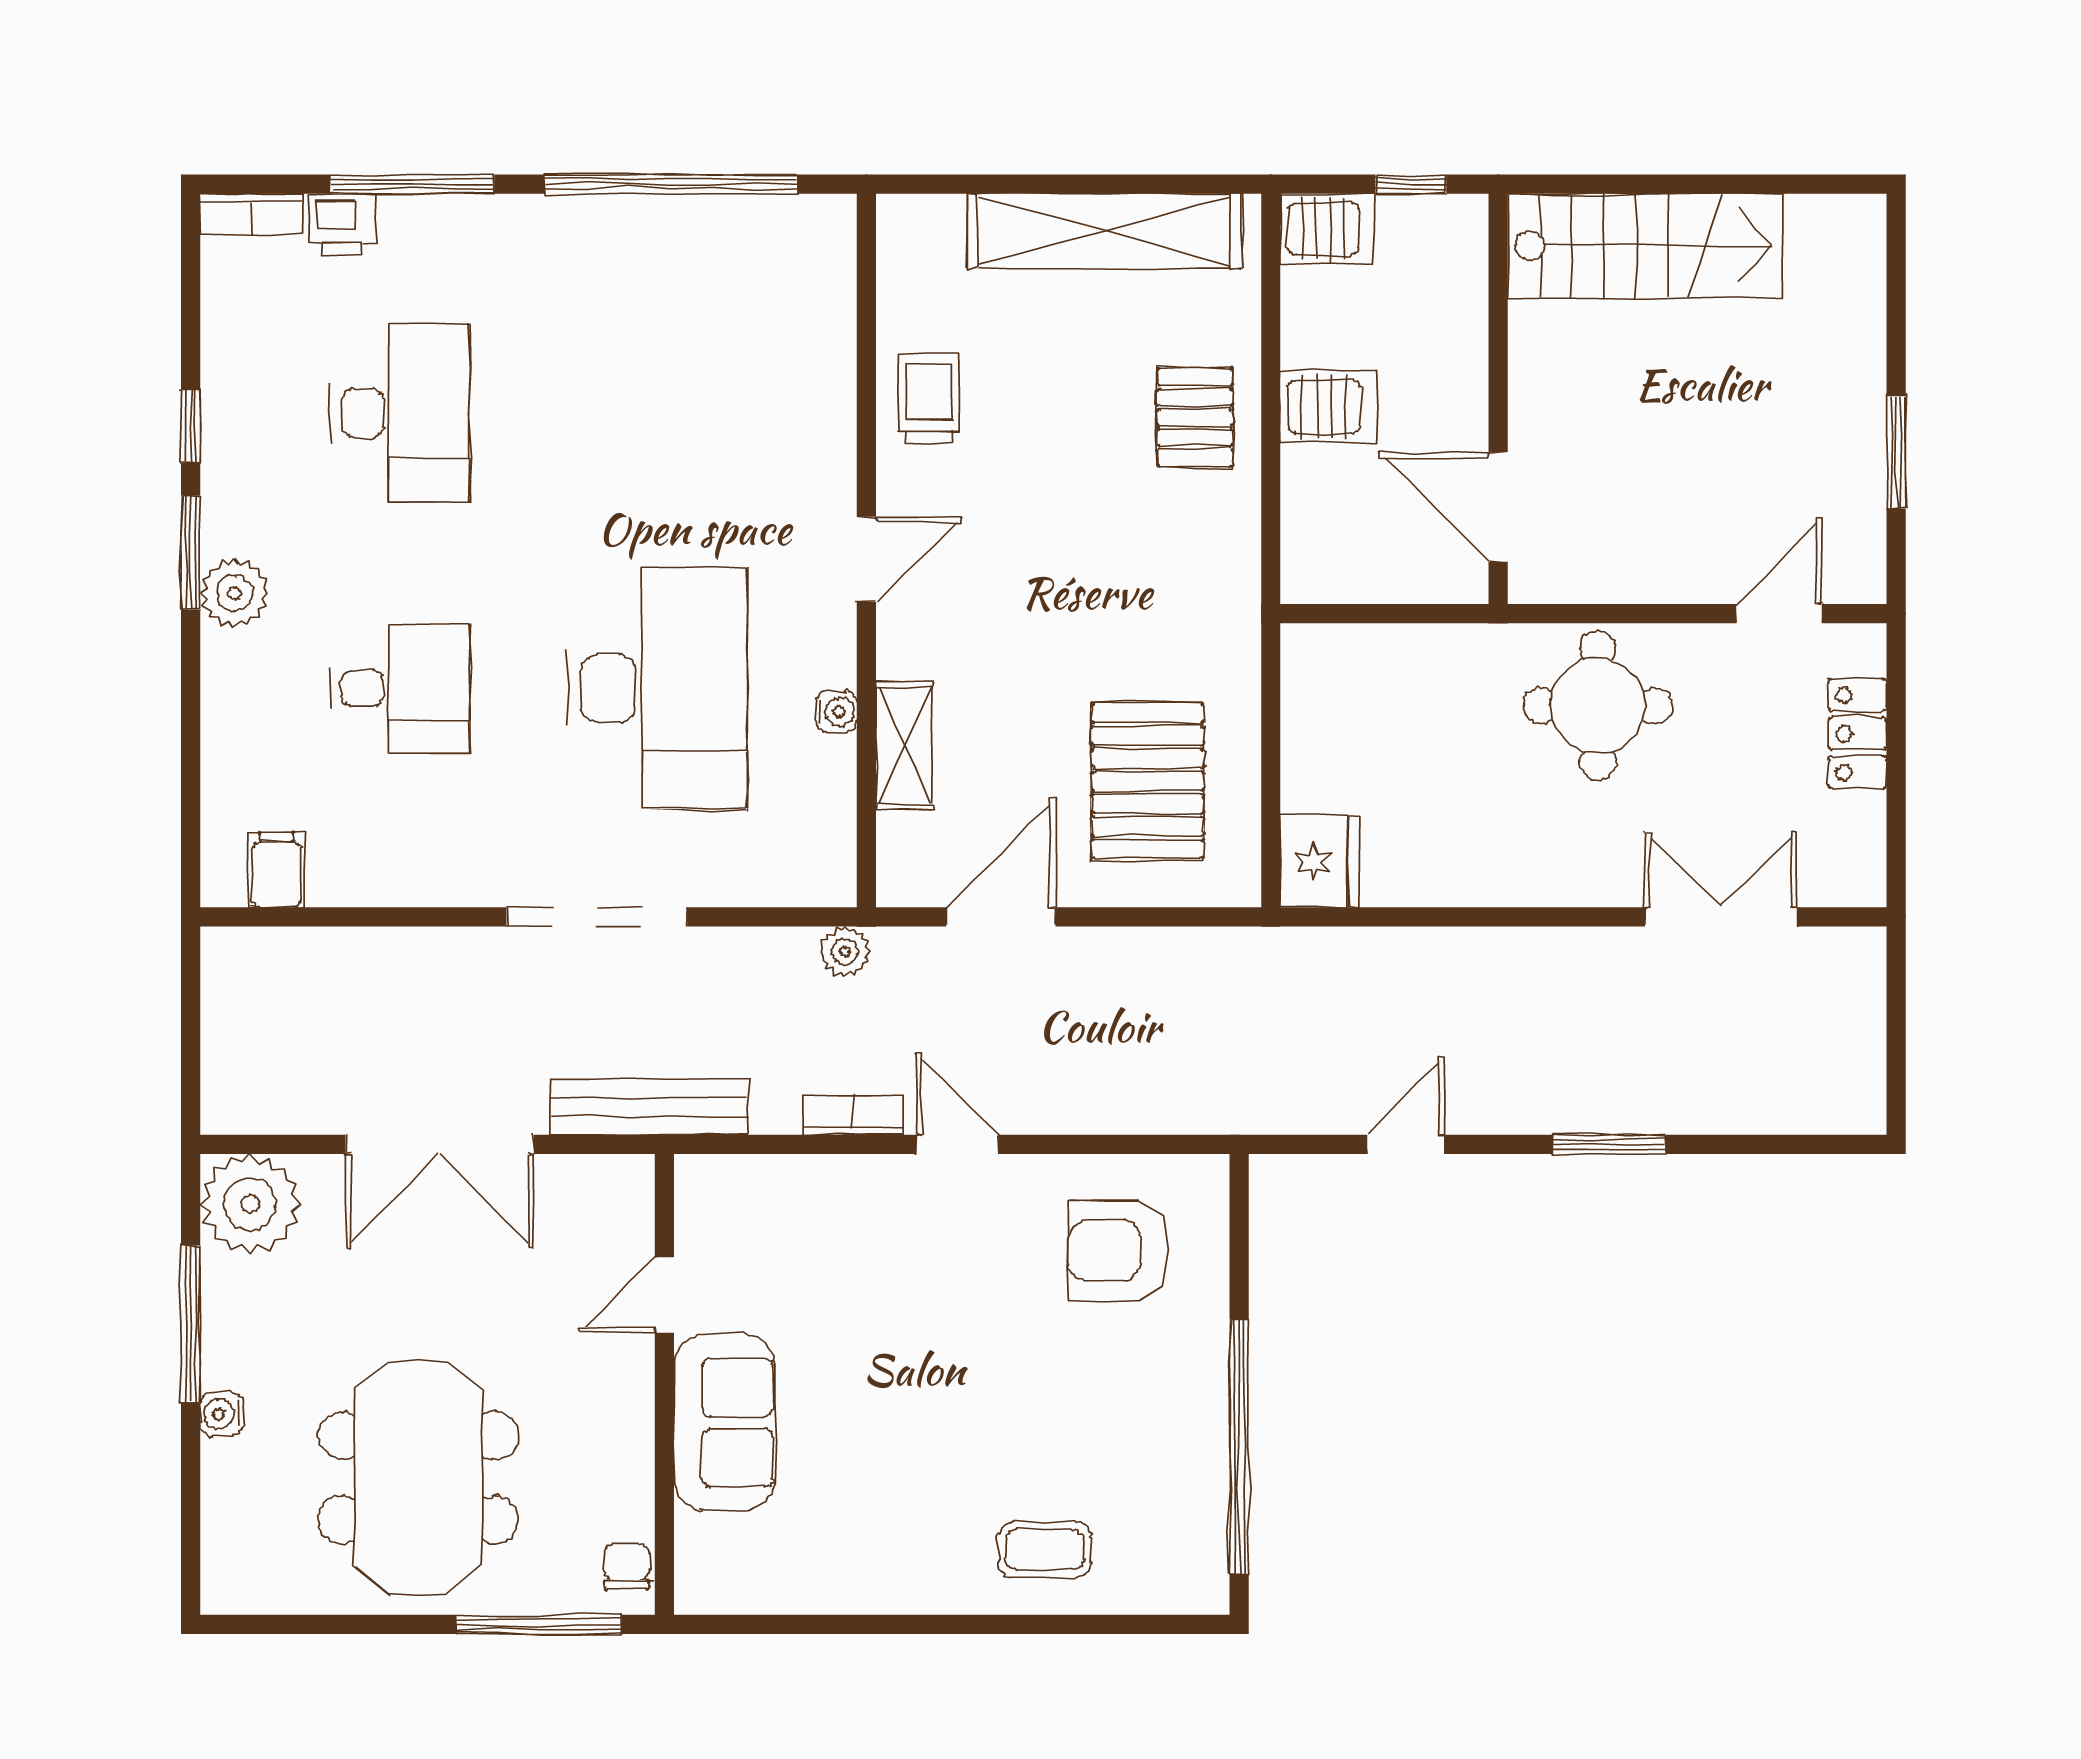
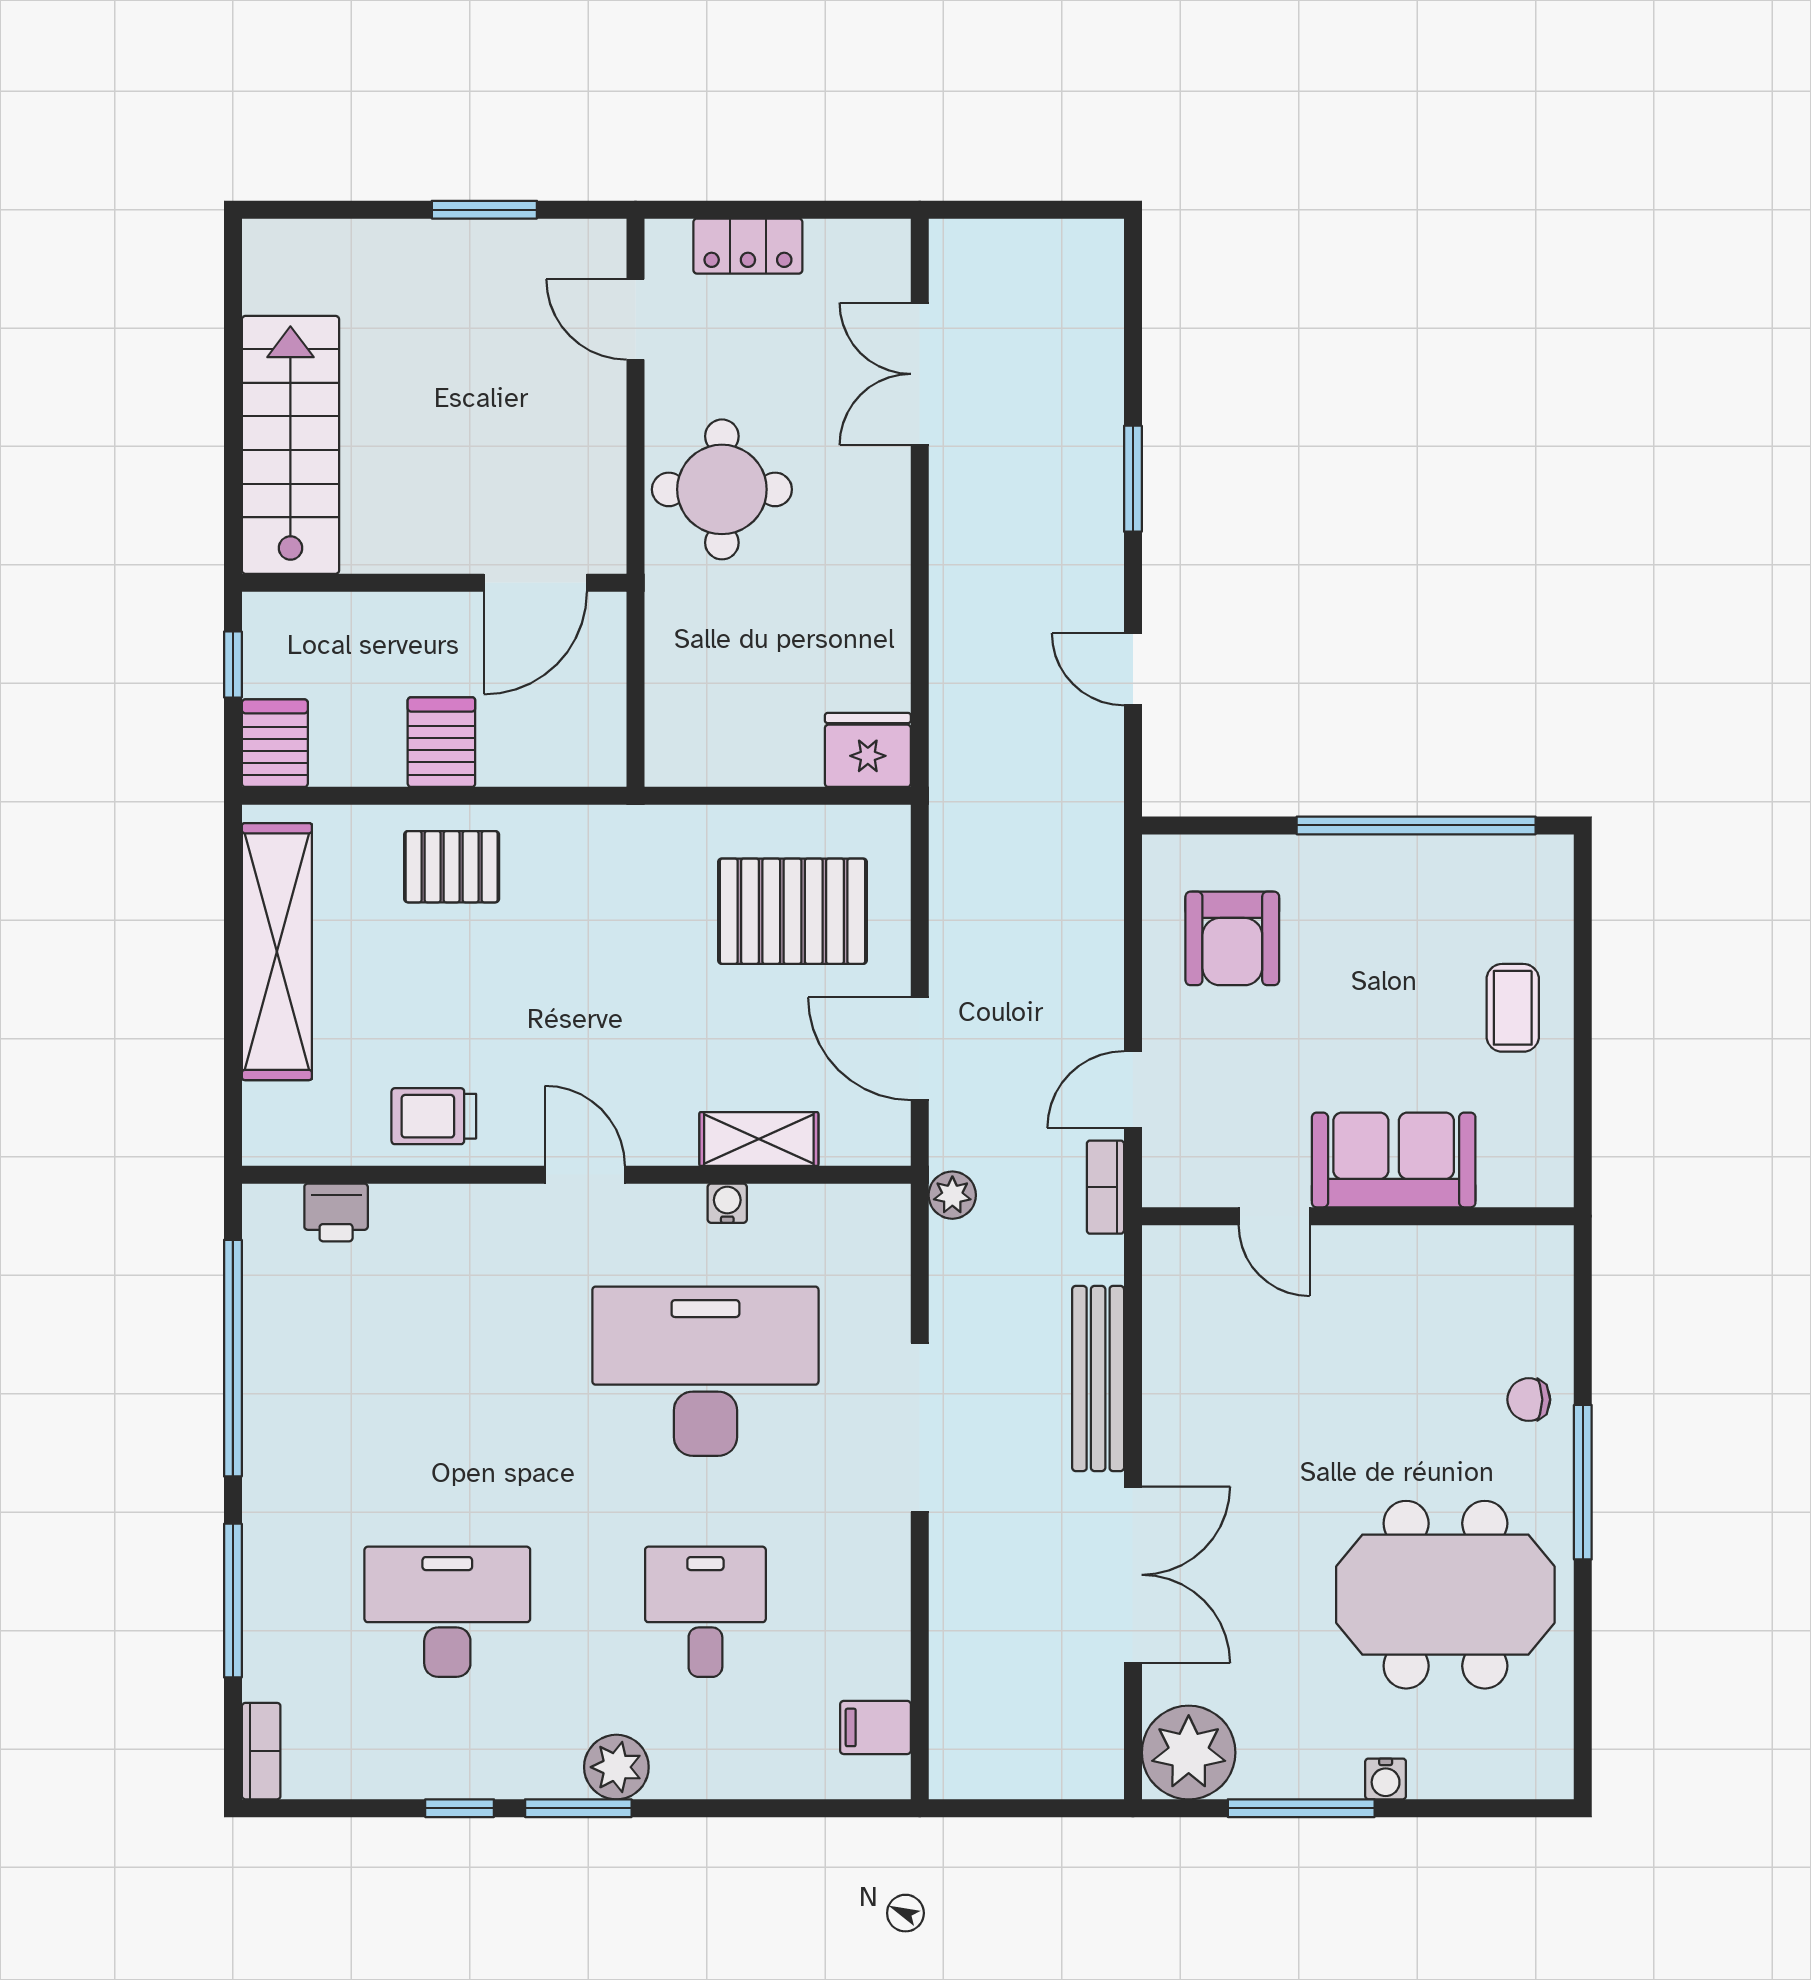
printer: (342, 224) -> (336, 1212), moved, turned 90
door: (664, 1295) -> (1274, 1216), moved
wall: (664, 1384) -> (1358, 1216), moved
sofa: (724, 1422) -> (1394, 1160), moved

